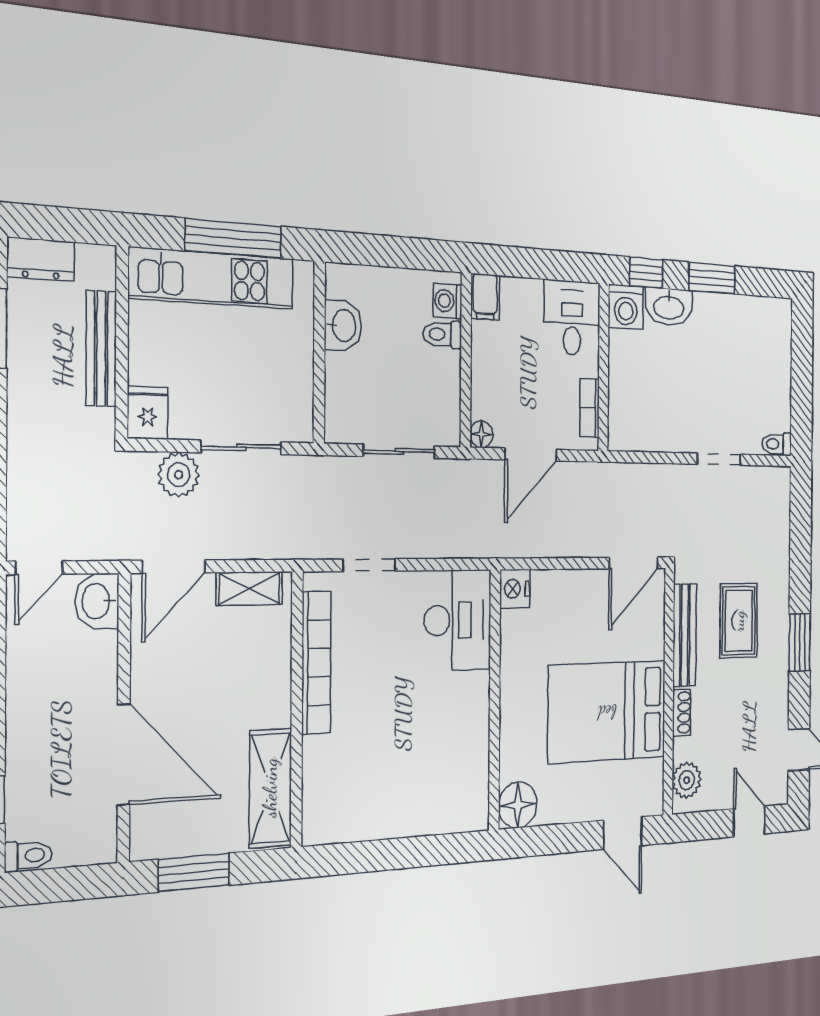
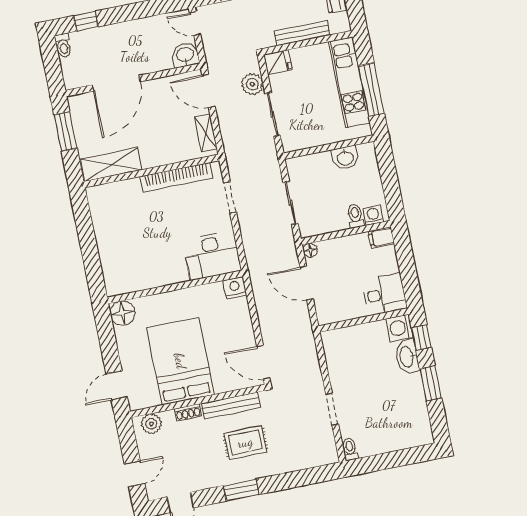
bookcase: (590, 408) -> (340, 315), removed

